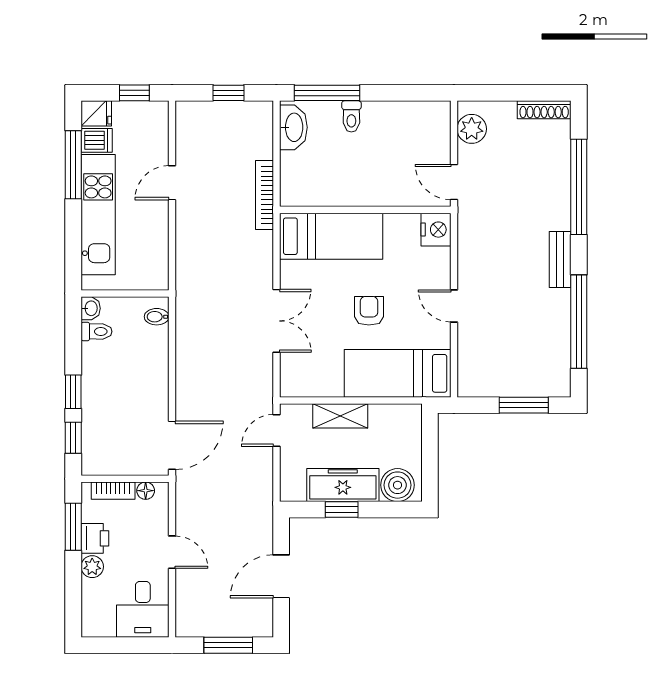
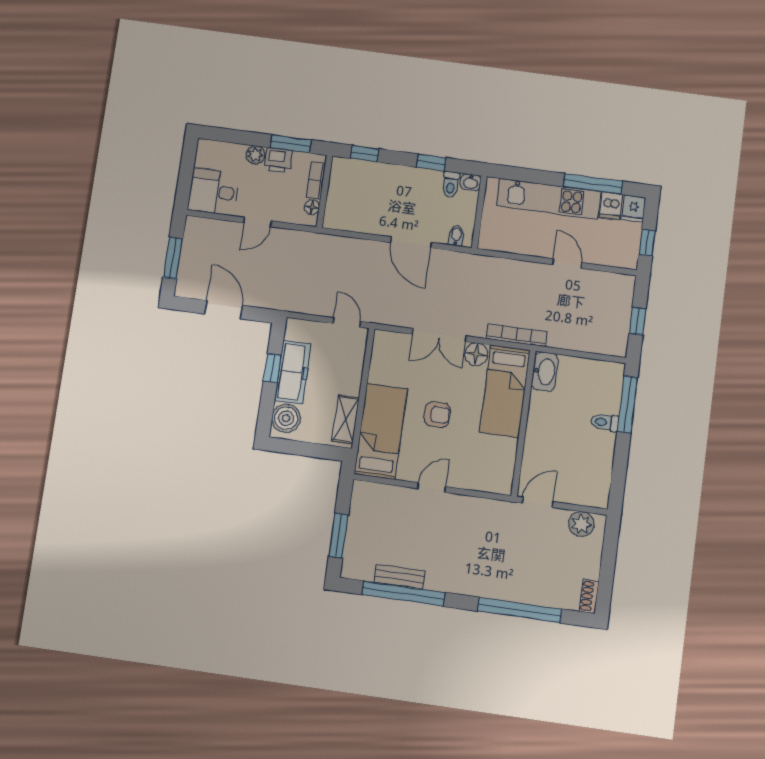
shoe rack: (544, 110) -> (589, 596), width x0.70
washbasin: (293, 127) -> (545, 372), moved, turned -90
bookcase: (264, 195) -> (516, 335), moved
nightstand: (436, 230) -> (499, 481), removed
bench: (560, 259) -> (399, 576), moved
floor lamp: (293, 275) -> (476, 354), added
window: (73, 392) -> (431, 162), moved
shelving: (340, 416) -> (346, 419), moved
door: (172, 445) -> (411, 243), moved

